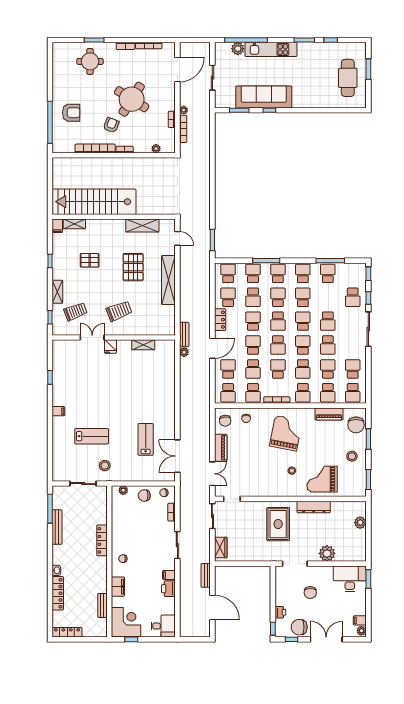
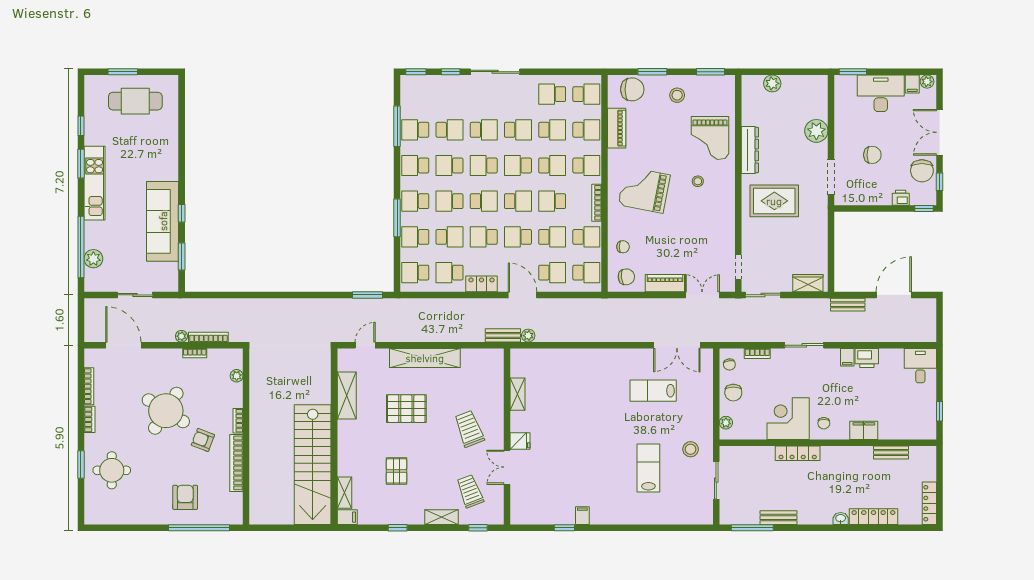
kitchen unit: (271, 49) -> (95, 183), moved
school desk: (353, 297) -> (449, 130), moved
school desk: (228, 369) -> (552, 273), turned 180
school desk: (328, 369) -> (552, 130), turned 180
filing cabinet: (58, 411) -> (582, 516), moved
bench: (57, 527) -> (778, 518), width x0.73
desk: (350, 579) -> (881, 93), moved, turned 90
corner desk: (126, 622) -> (788, 419), moved

